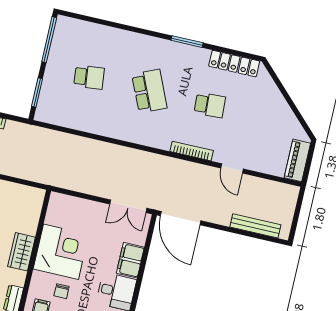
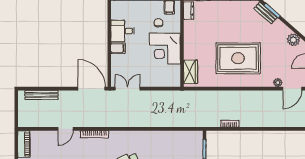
door: (232, 168) -> (65, 129), swing flipped
wardrobe: (21, 252) -> (191, 72), moved
filing cabinet: (130, 260) -> (118, 48), width x0.50

